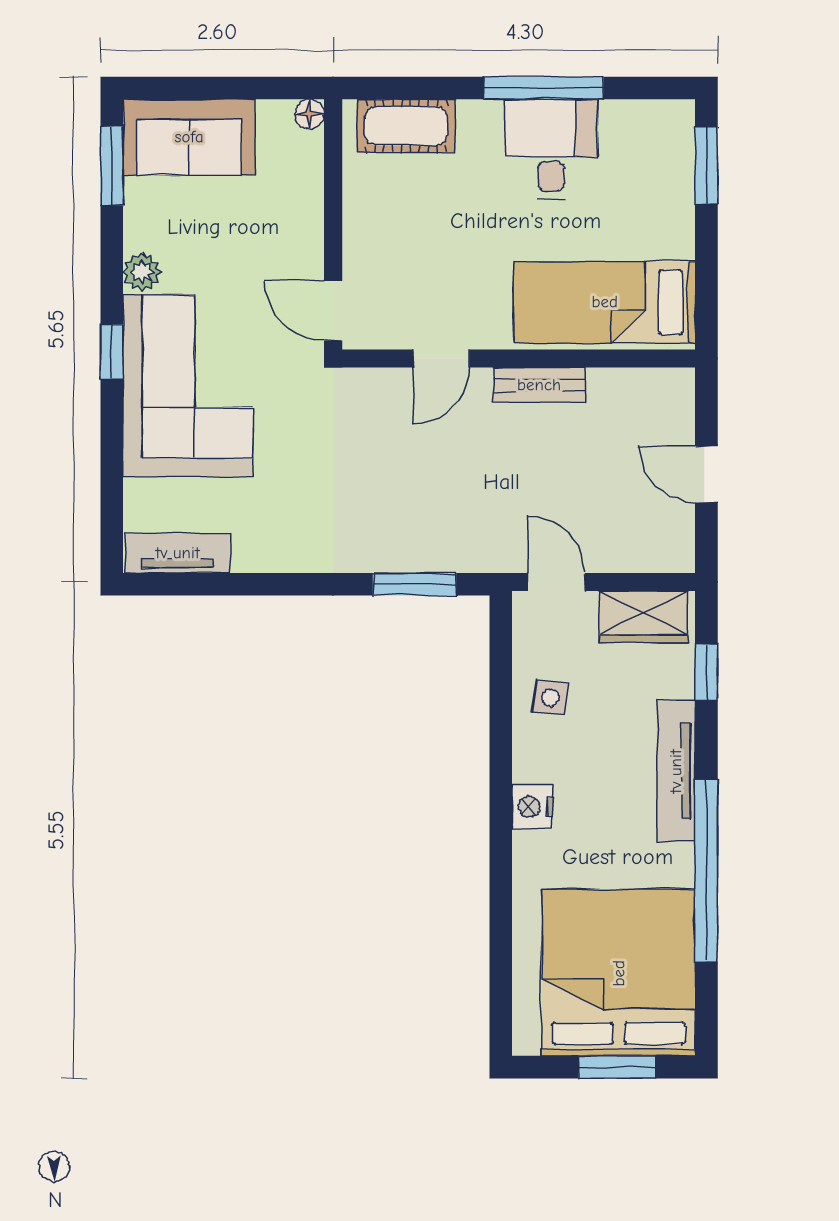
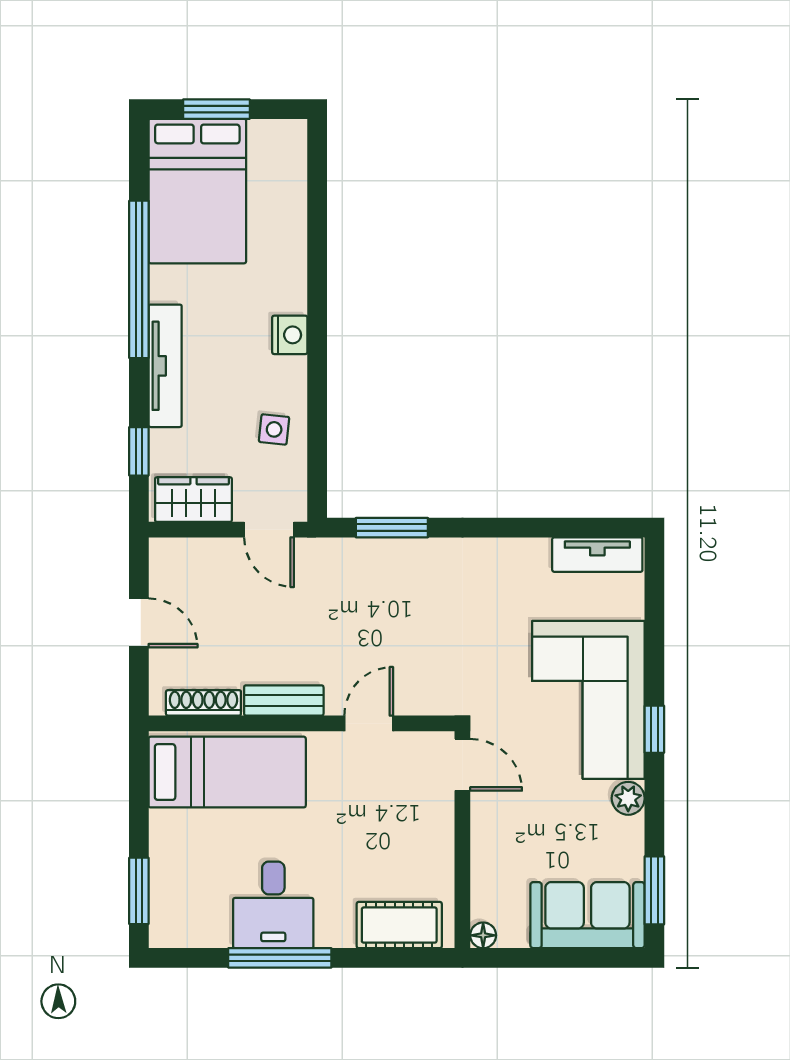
shoe rack: (632, 382) -> (203, 703), added
bed: (619, 973) -> (197, 191), width x0.73

